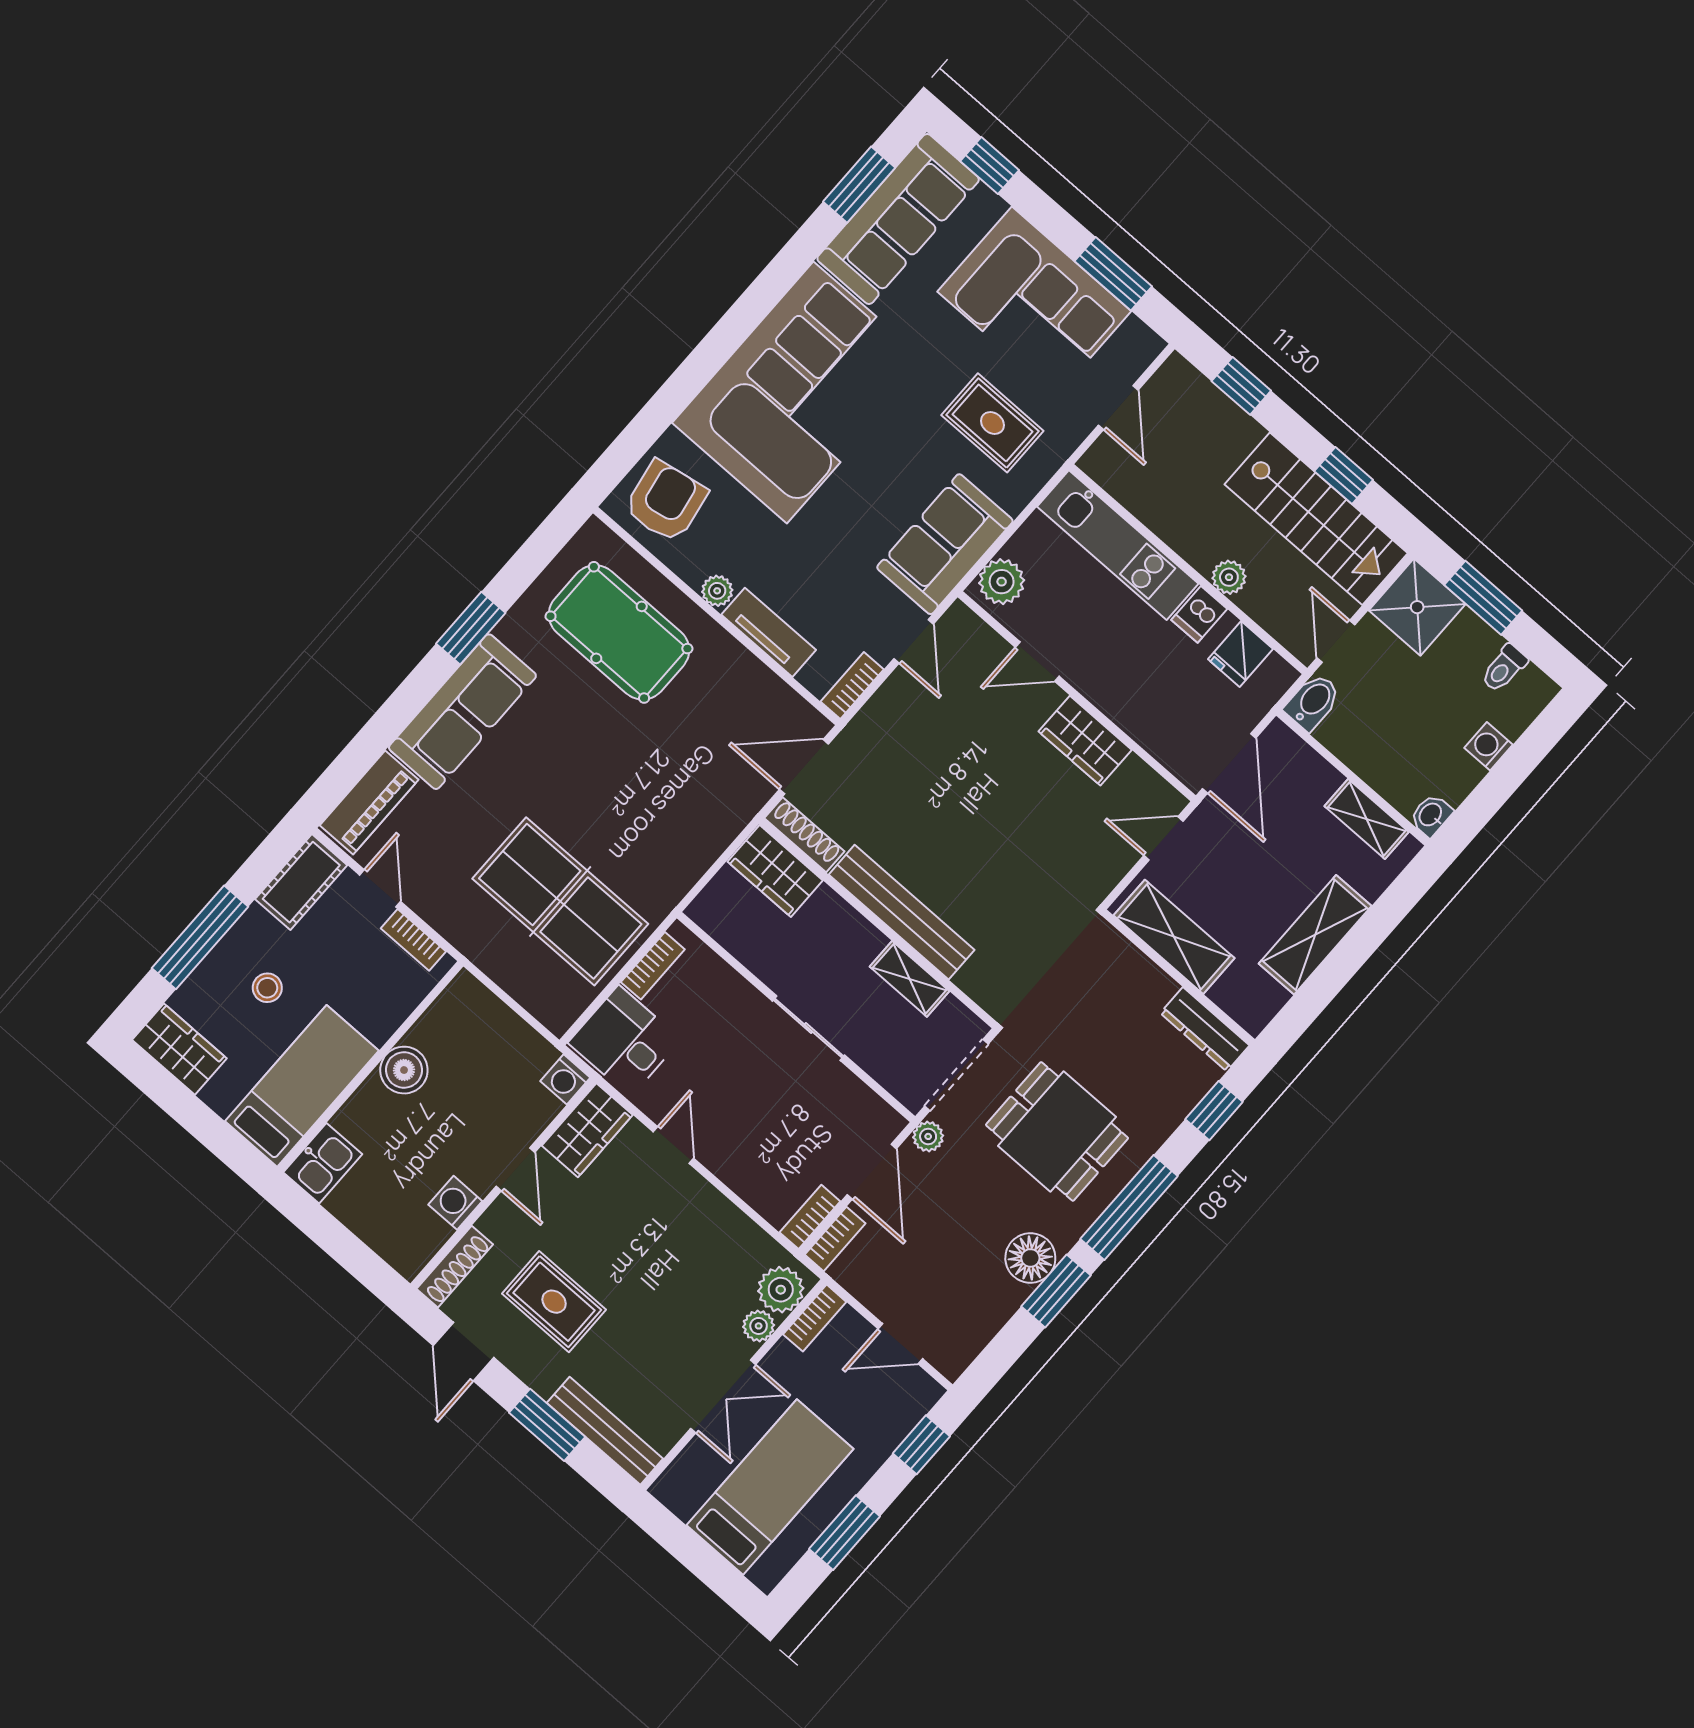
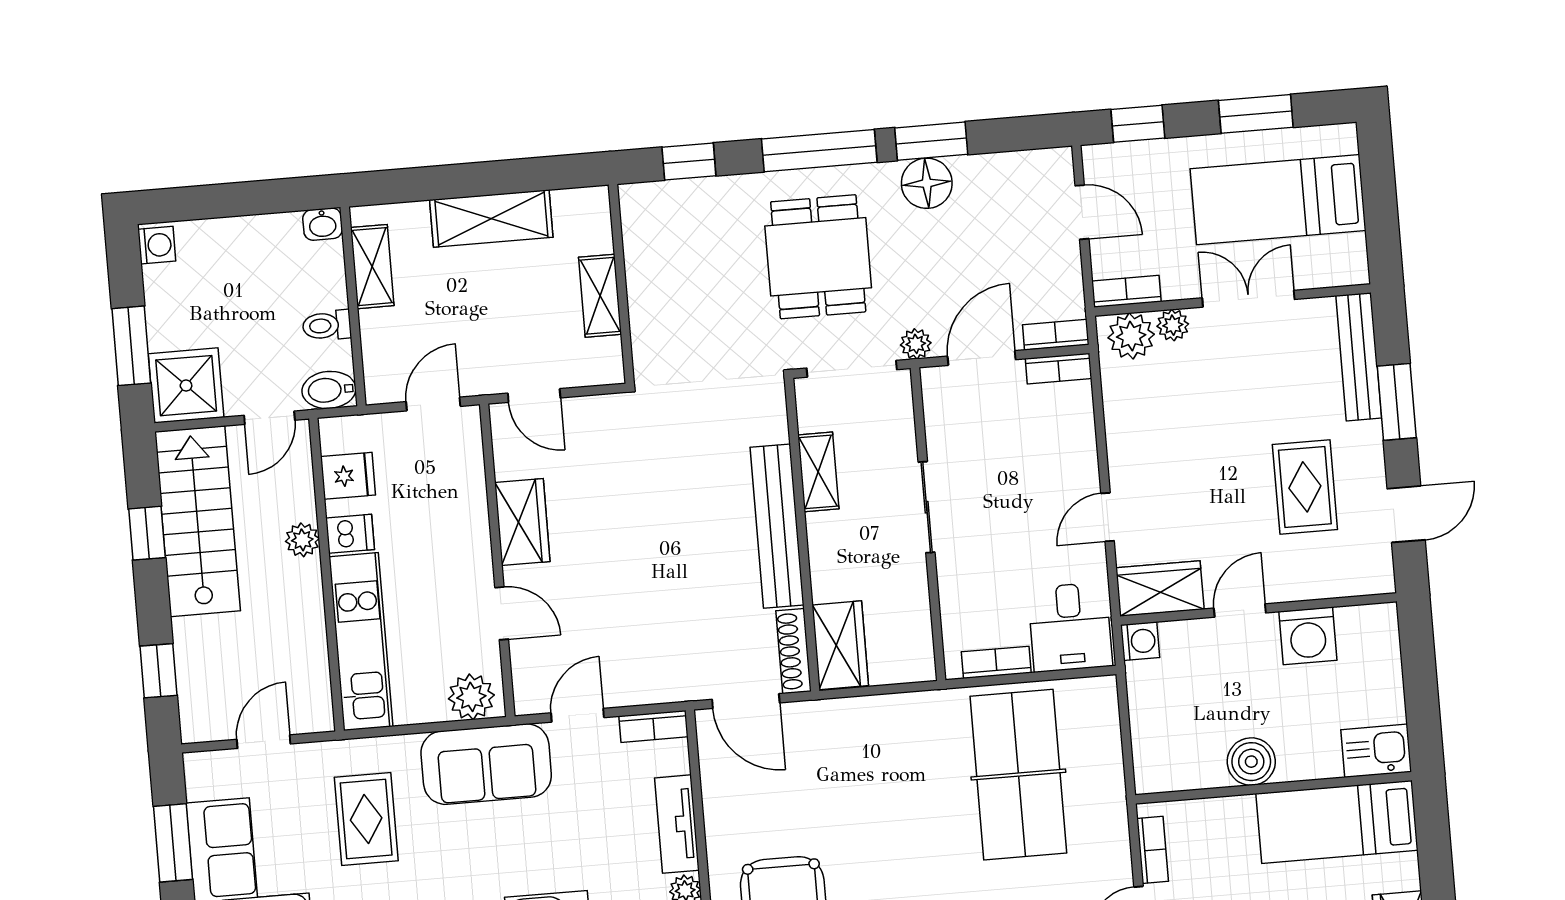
toilet: (1504, 668) -> (327, 325), moved, turned 180
washing machine: (1488, 746) -> (157, 245), moved, turned -90
door: (1229, 763) -> (433, 404), width x0.73
shelving: (1174, 937) -> (600, 296), width x0.67, depth x0.75
dresser: (1205, 1029) -> (638, 227), removed
washing machine: (455, 1203) -> (1308, 636), width x1.38, depth x1.38
shoe rack: (455, 1267) -> (1353, 582), removed

